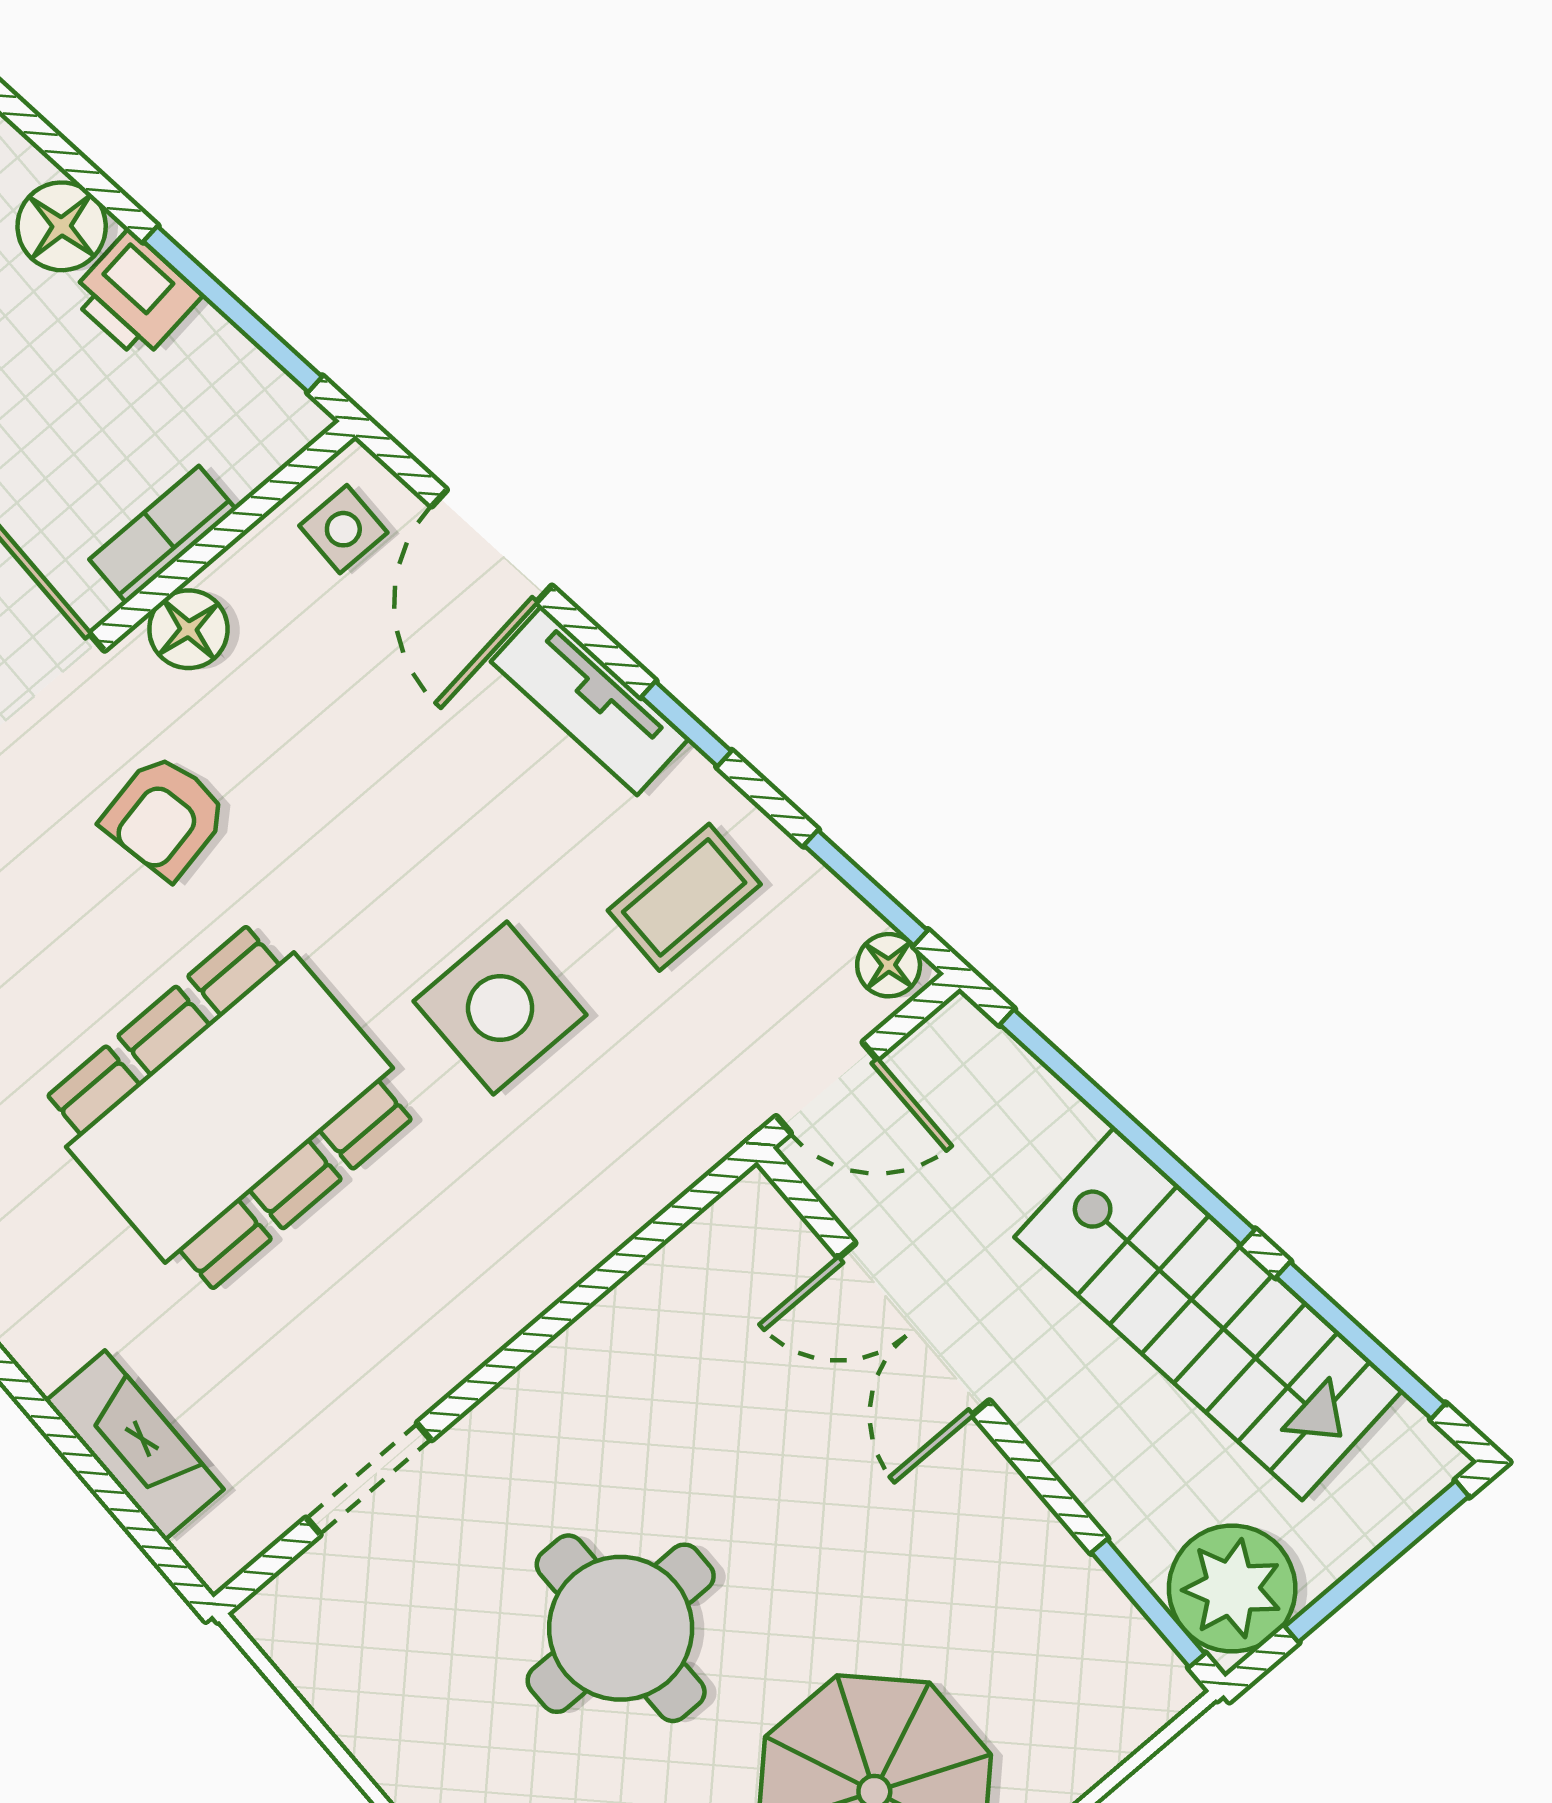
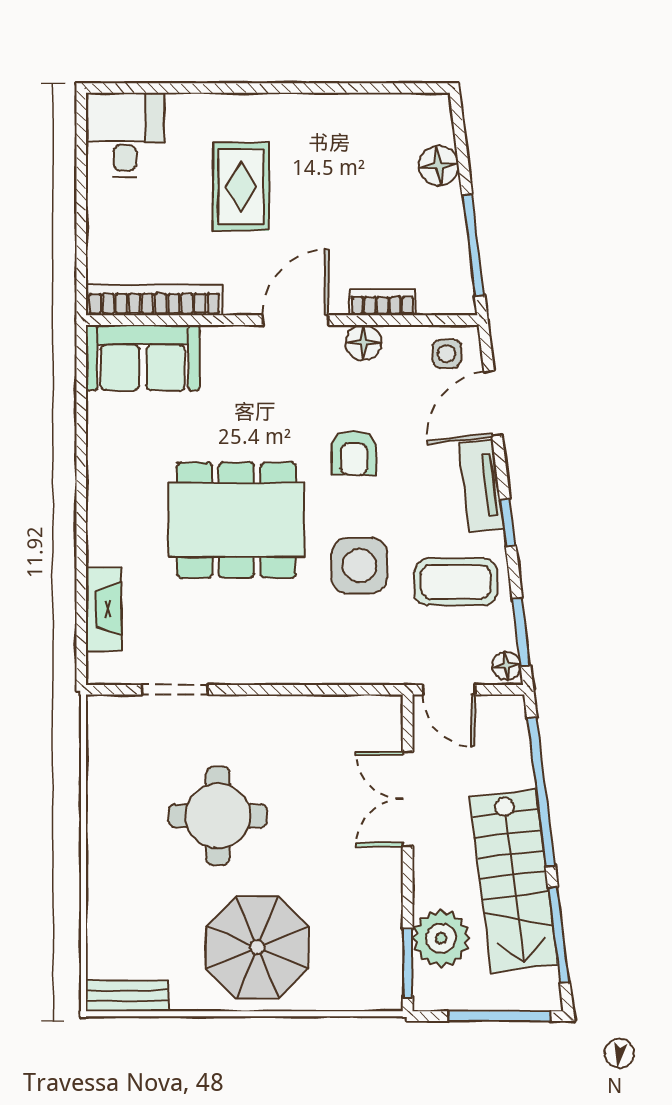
printer: (135, 296) -> (444, 211), removed
armchair: (165, 816) -> (354, 453), moved, turned -79
coffee table: (684, 897) -> (456, 582), width x1.36, depth x1.30
plant: (1232, 1588) -> (441, 938), moved

